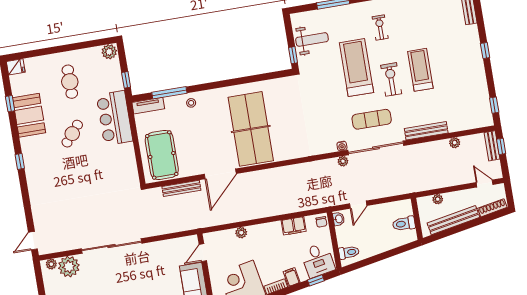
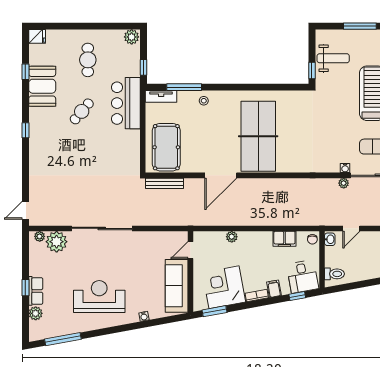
bench: (181, 188) -> (164, 183), moved

